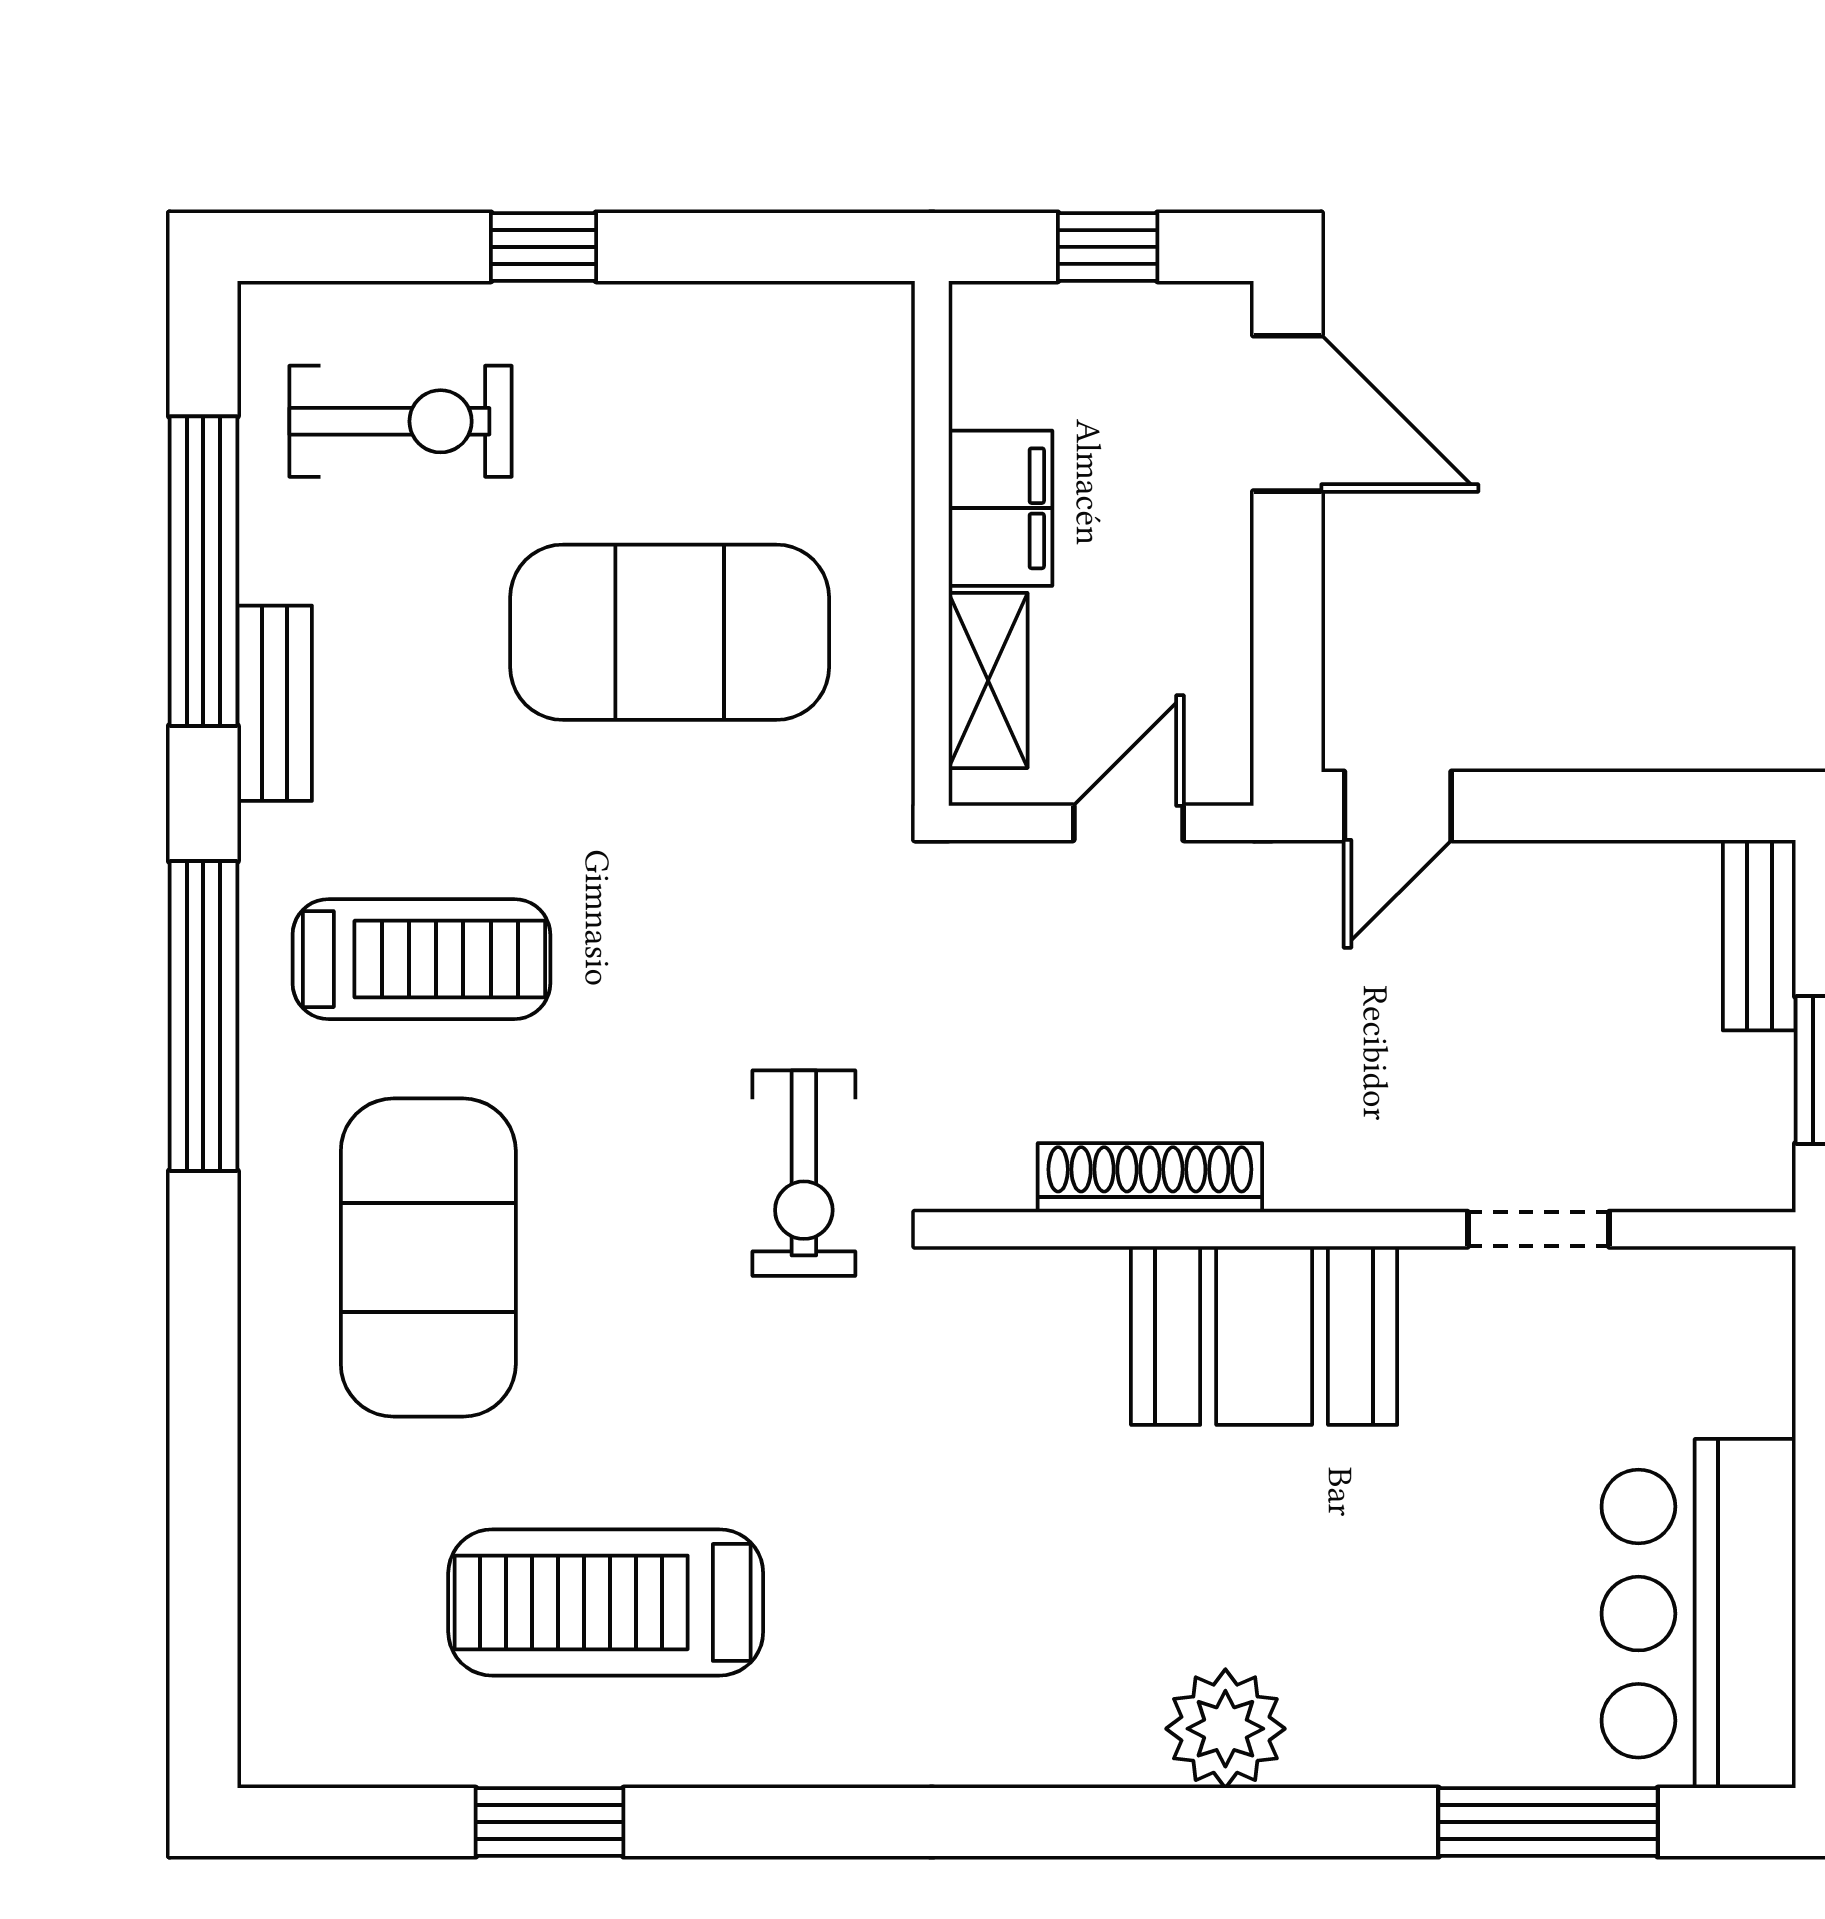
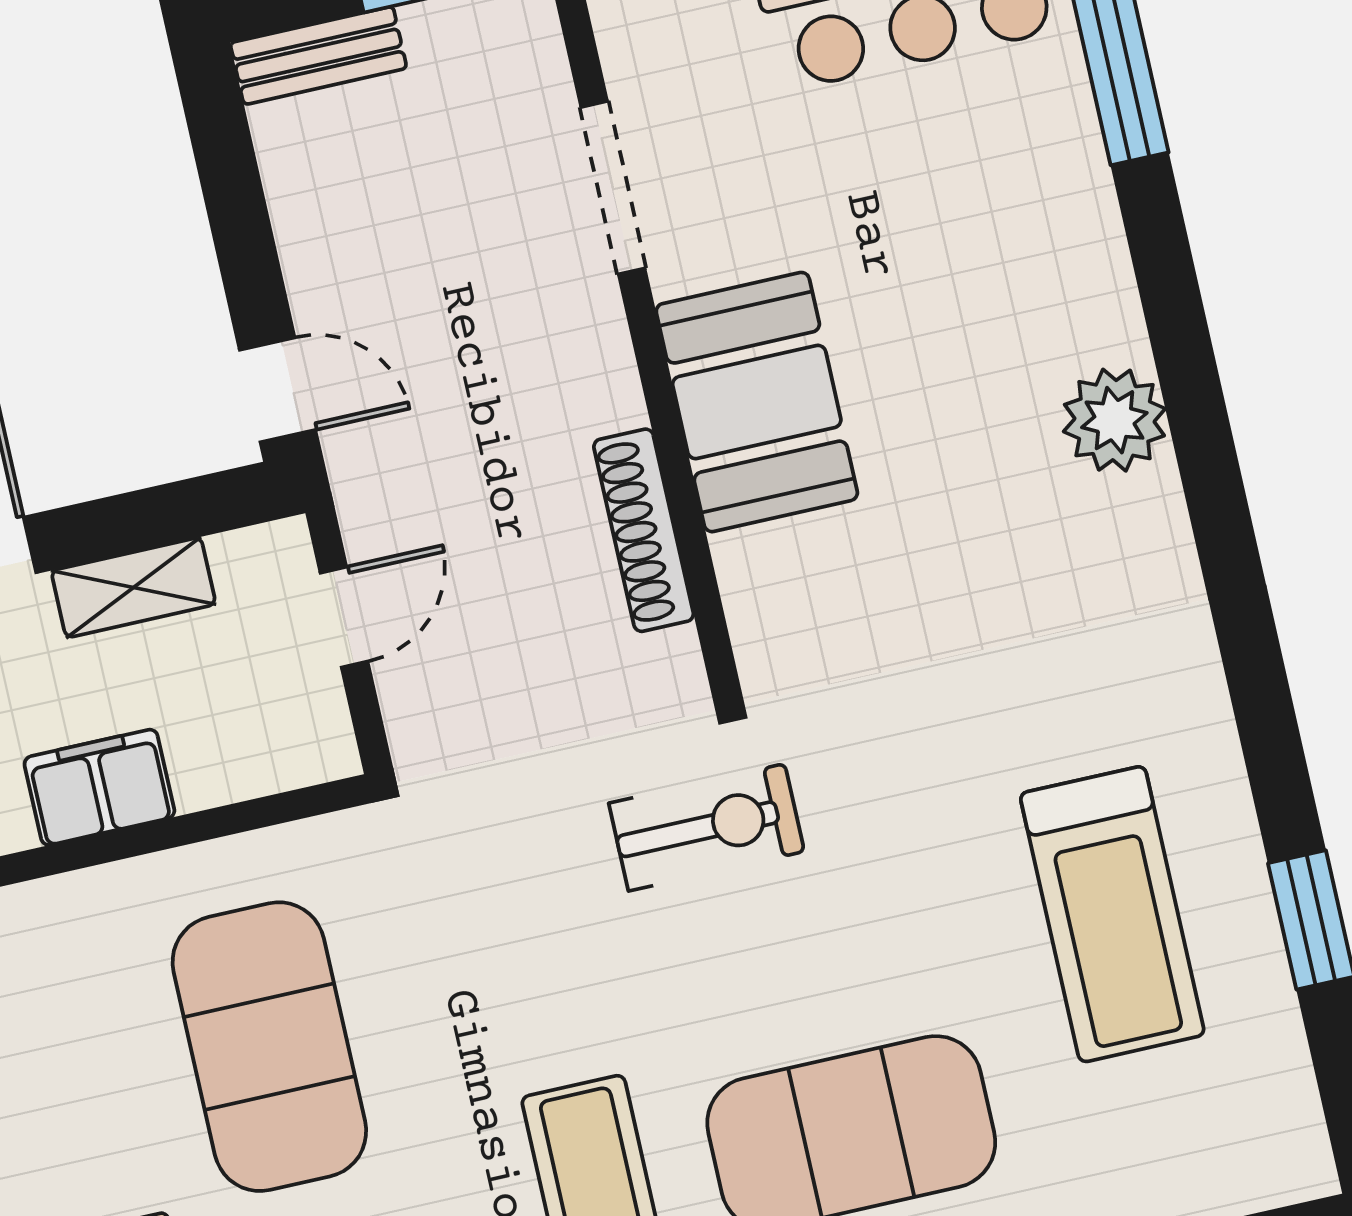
shelving: (988, 680) -> (133, 587), moved
door: (1128, 823) -> (344, 617), swing flipped
doorway: (1538, 1229) -> (613, 188), width x1.38
plant: (1225, 1729) -> (1114, 420), moved

